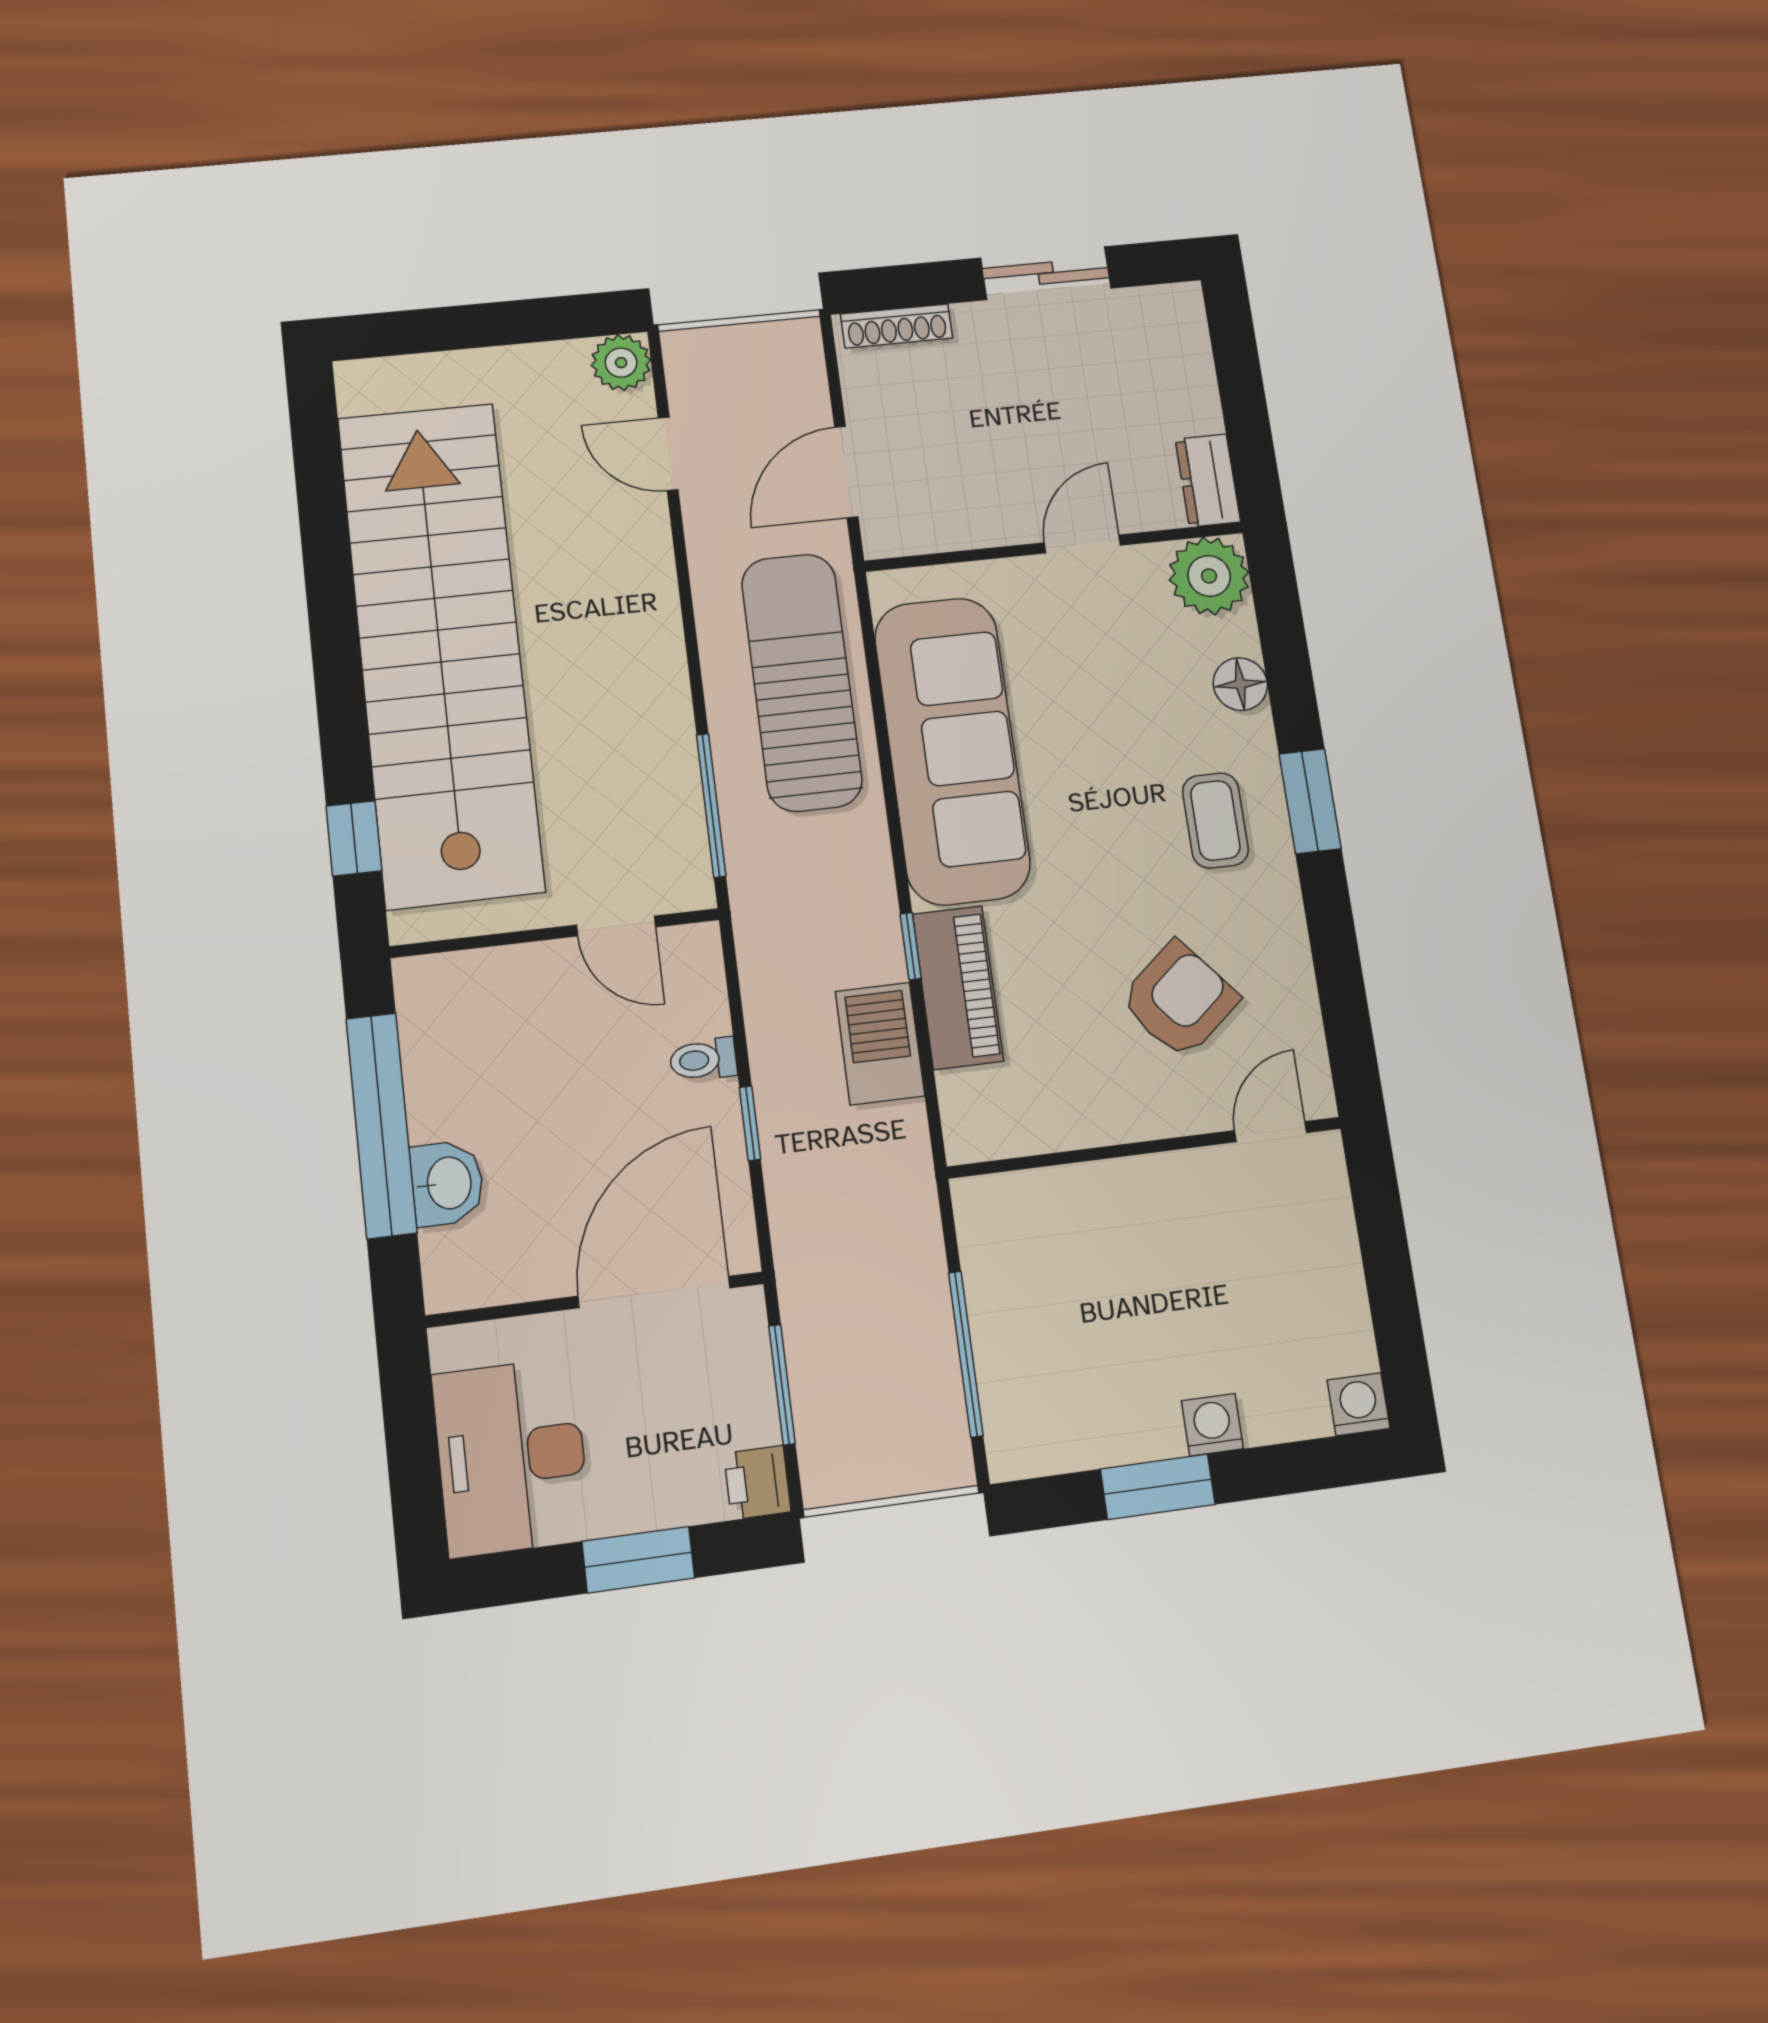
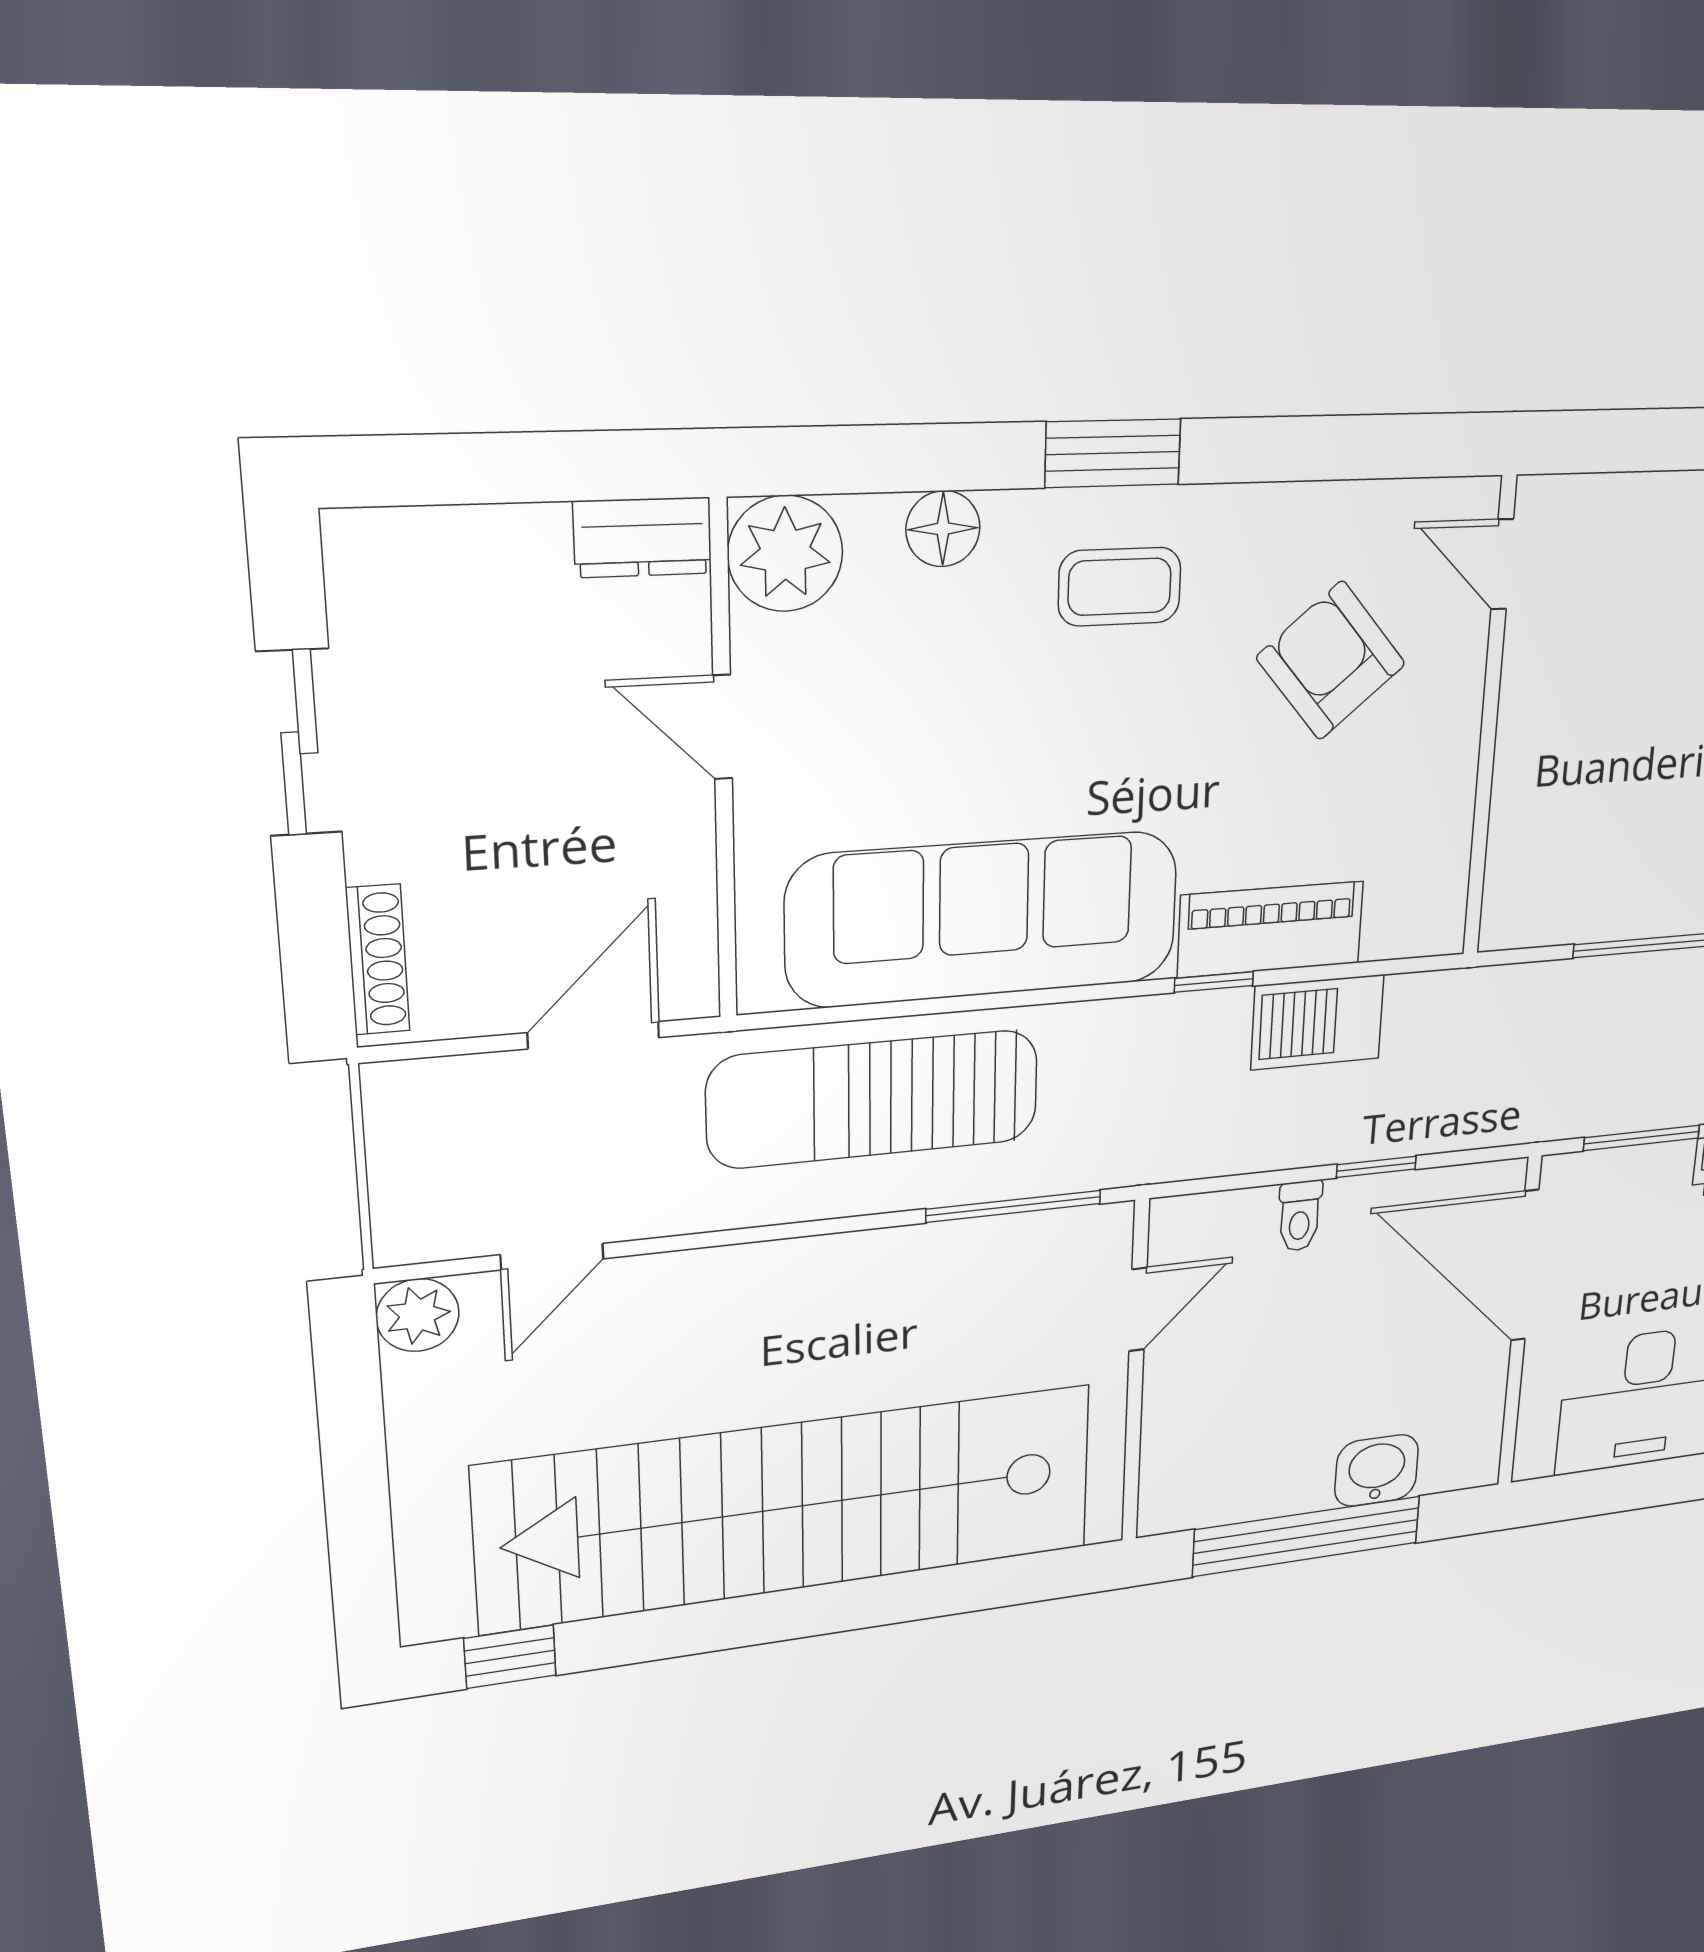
door: (846, 472) -> (594, 1035), swing flipped
window: (354, 838) -> (510, 1657), moved

